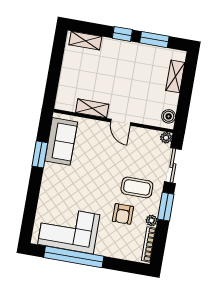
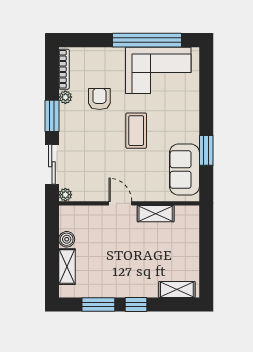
boiler: (169, 116) -> (67, 239), moved
coffee table: (137, 187) -> (136, 131), moved, turned 90

